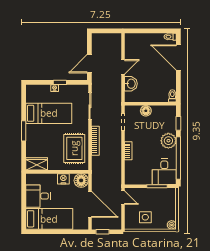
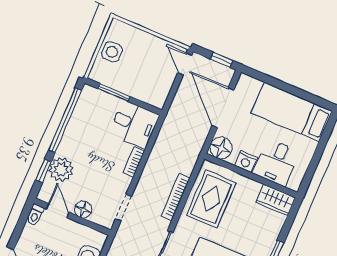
door: (160, 104) -> (58, 211), added
plant: (168, 141) -> (61, 169), moved
desk: (164, 172) -> (134, 124), moved, turned 90
desk: (38, 196) -> (276, 162), moved, turned 90
door: (123, 198) -> (185, 64), moved
side table: (145, 217) -> (112, 52), moved
plant: (172, 225) -> (117, 27), removed

